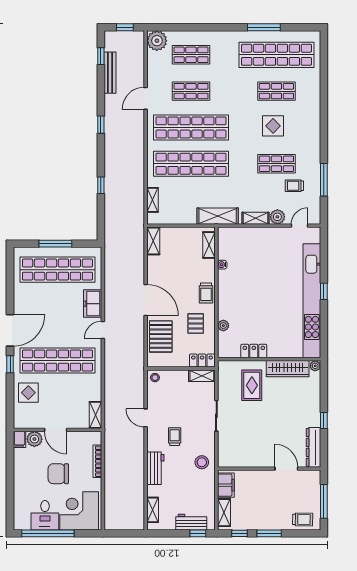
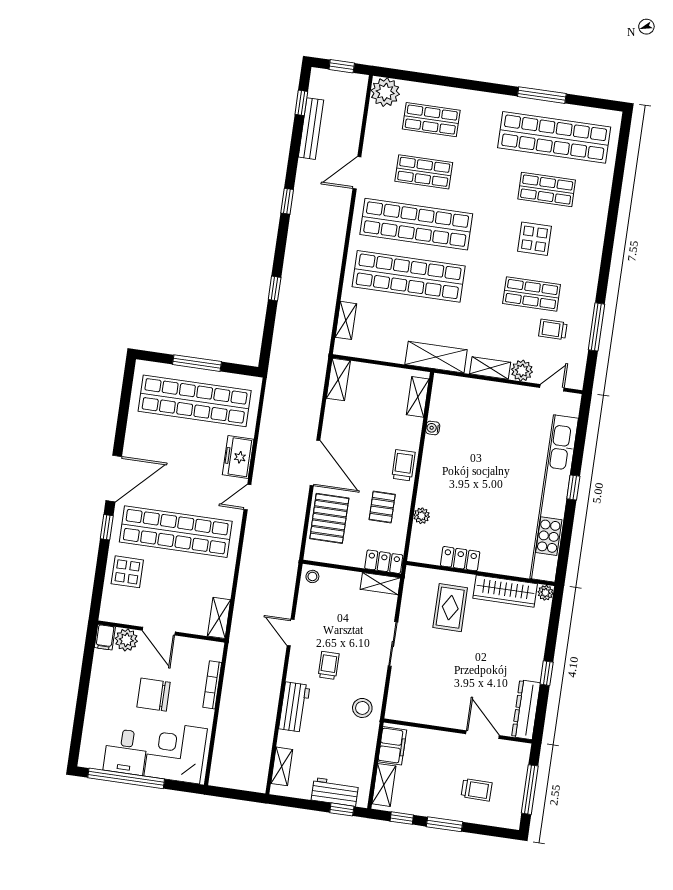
trolley: (206, 293) -> (403, 465), turned 180
trolley: (303, 519) -> (477, 790), moved

